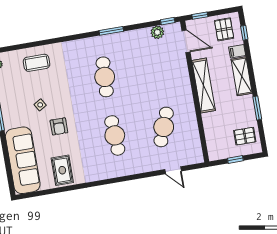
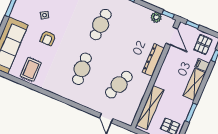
dresser: (183, 79) -> (153, 60), added
shelving: (204, 86) -> (150, 108), moved

